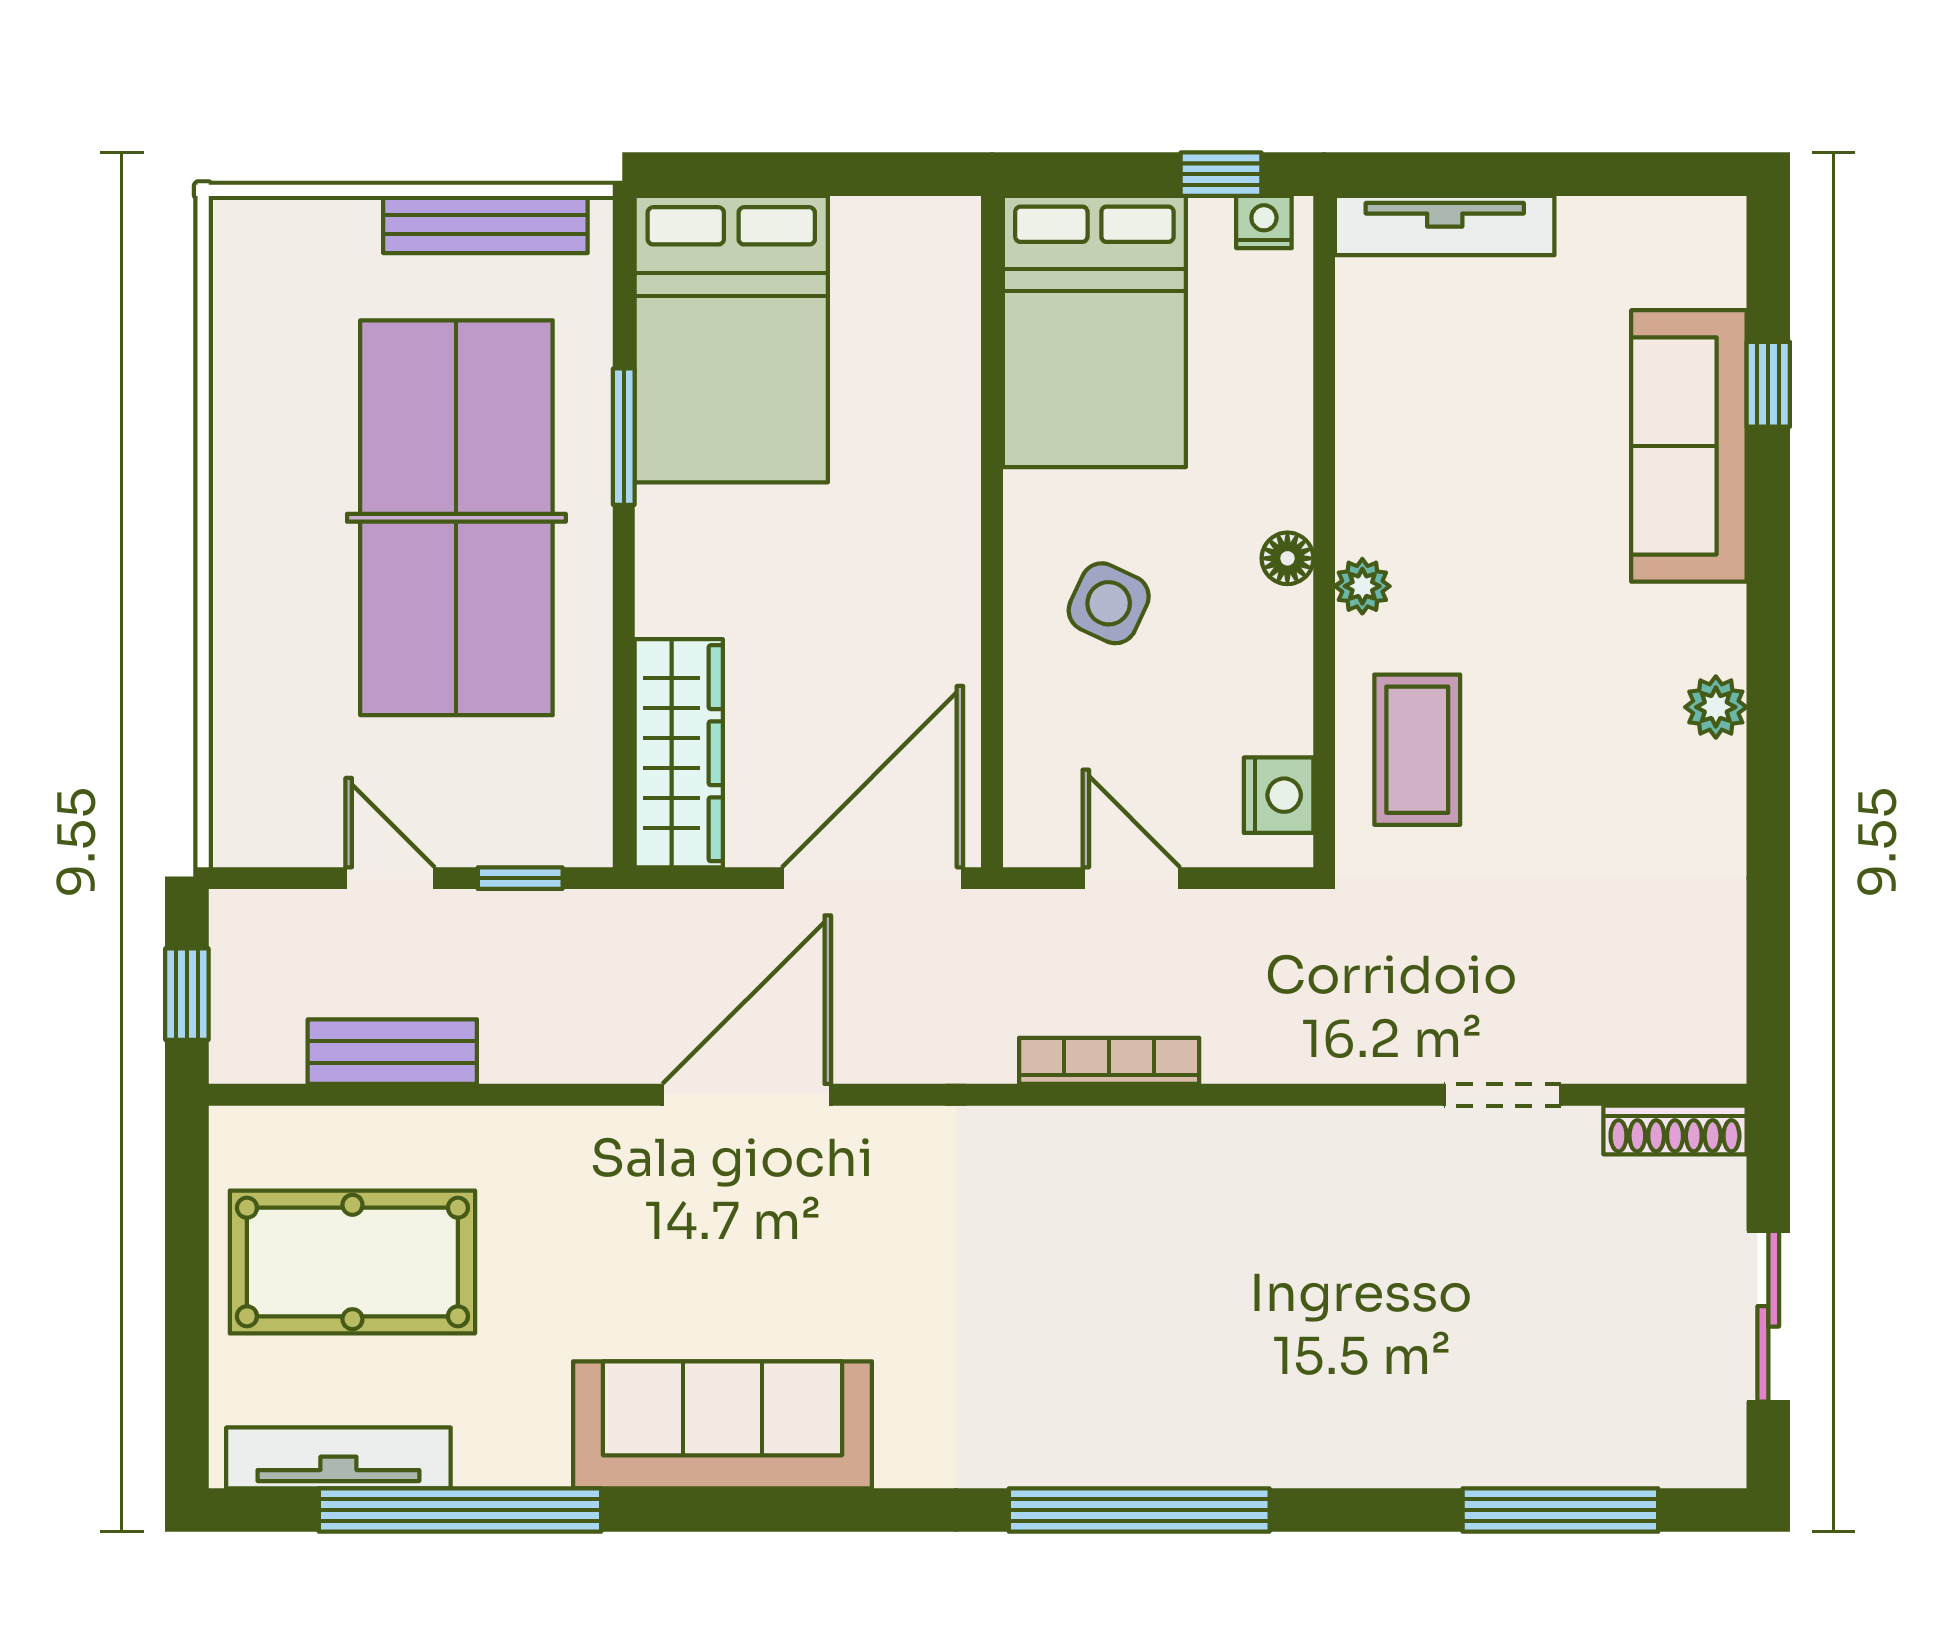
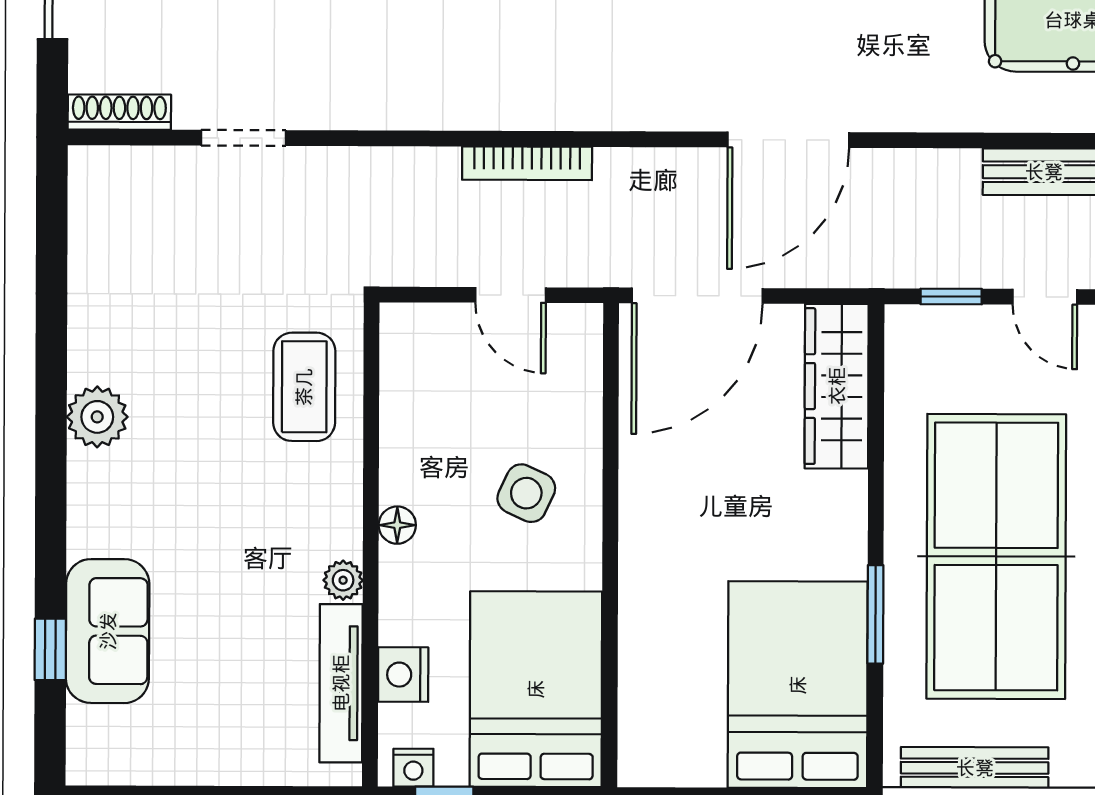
tv unit: (1445, 225) -> (341, 683), moved, turned -90
sofa: (1689, 446) -> (108, 631), width x0.73
plant: (1362, 586) -> (343, 580), moved
plant: (1716, 707) -> (97, 417), width x1.38, depth x1.38
nightstand: (1279, 795) -> (403, 675), moved

